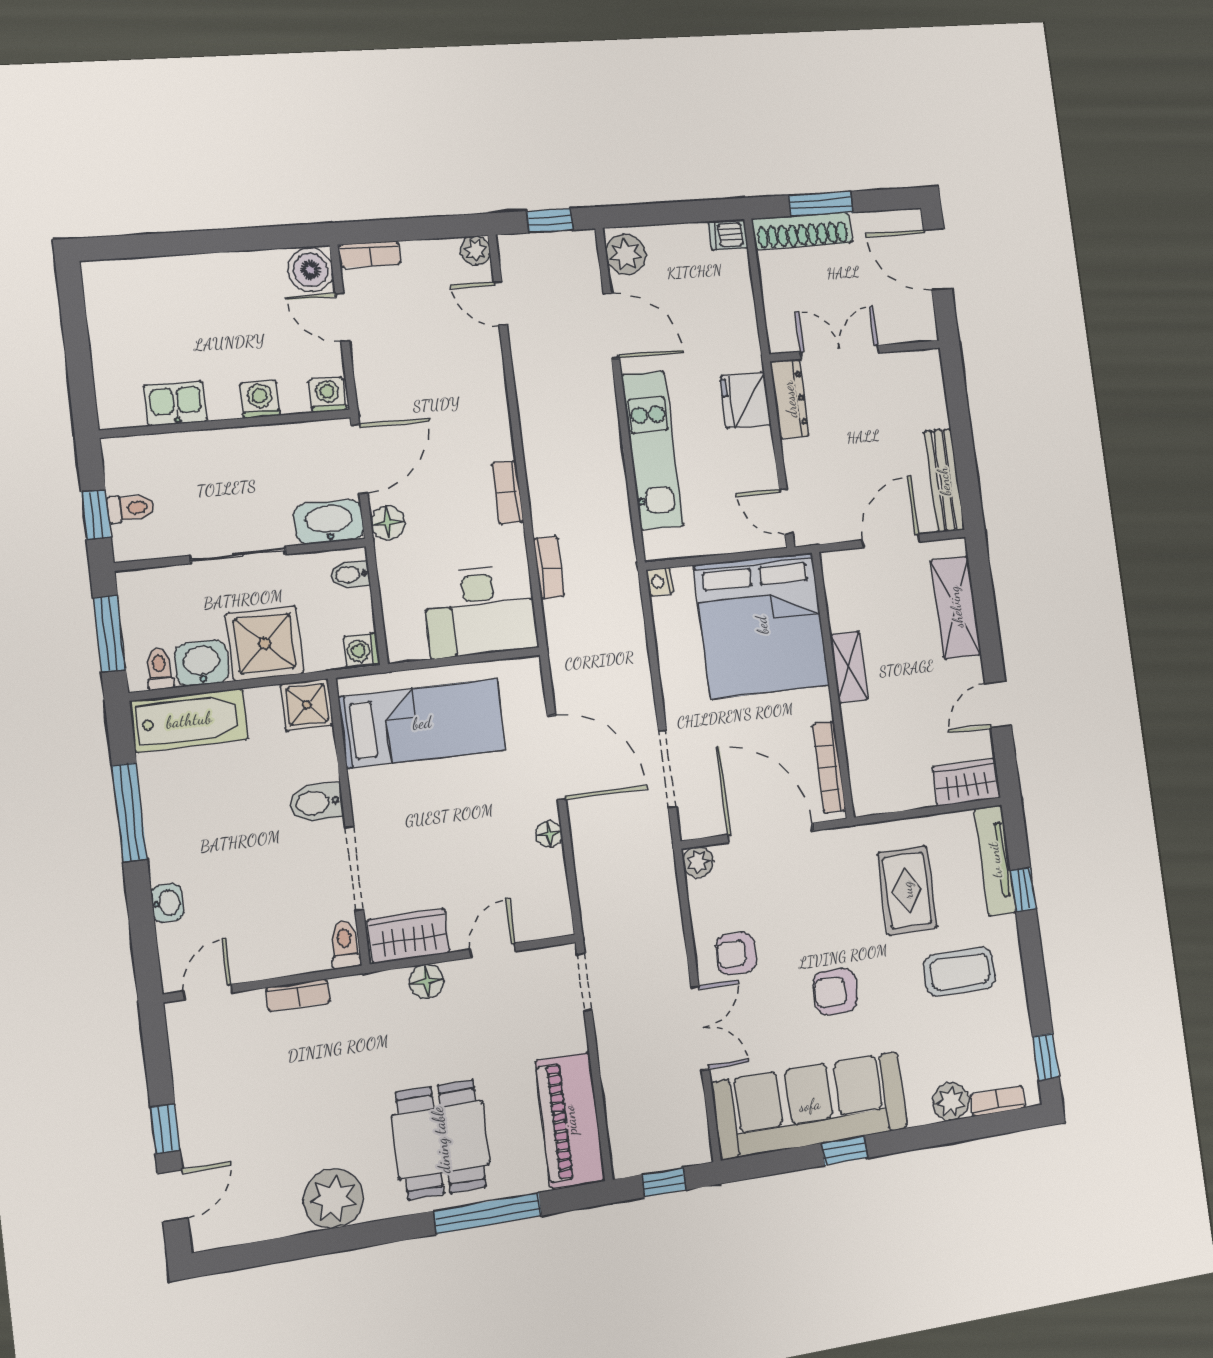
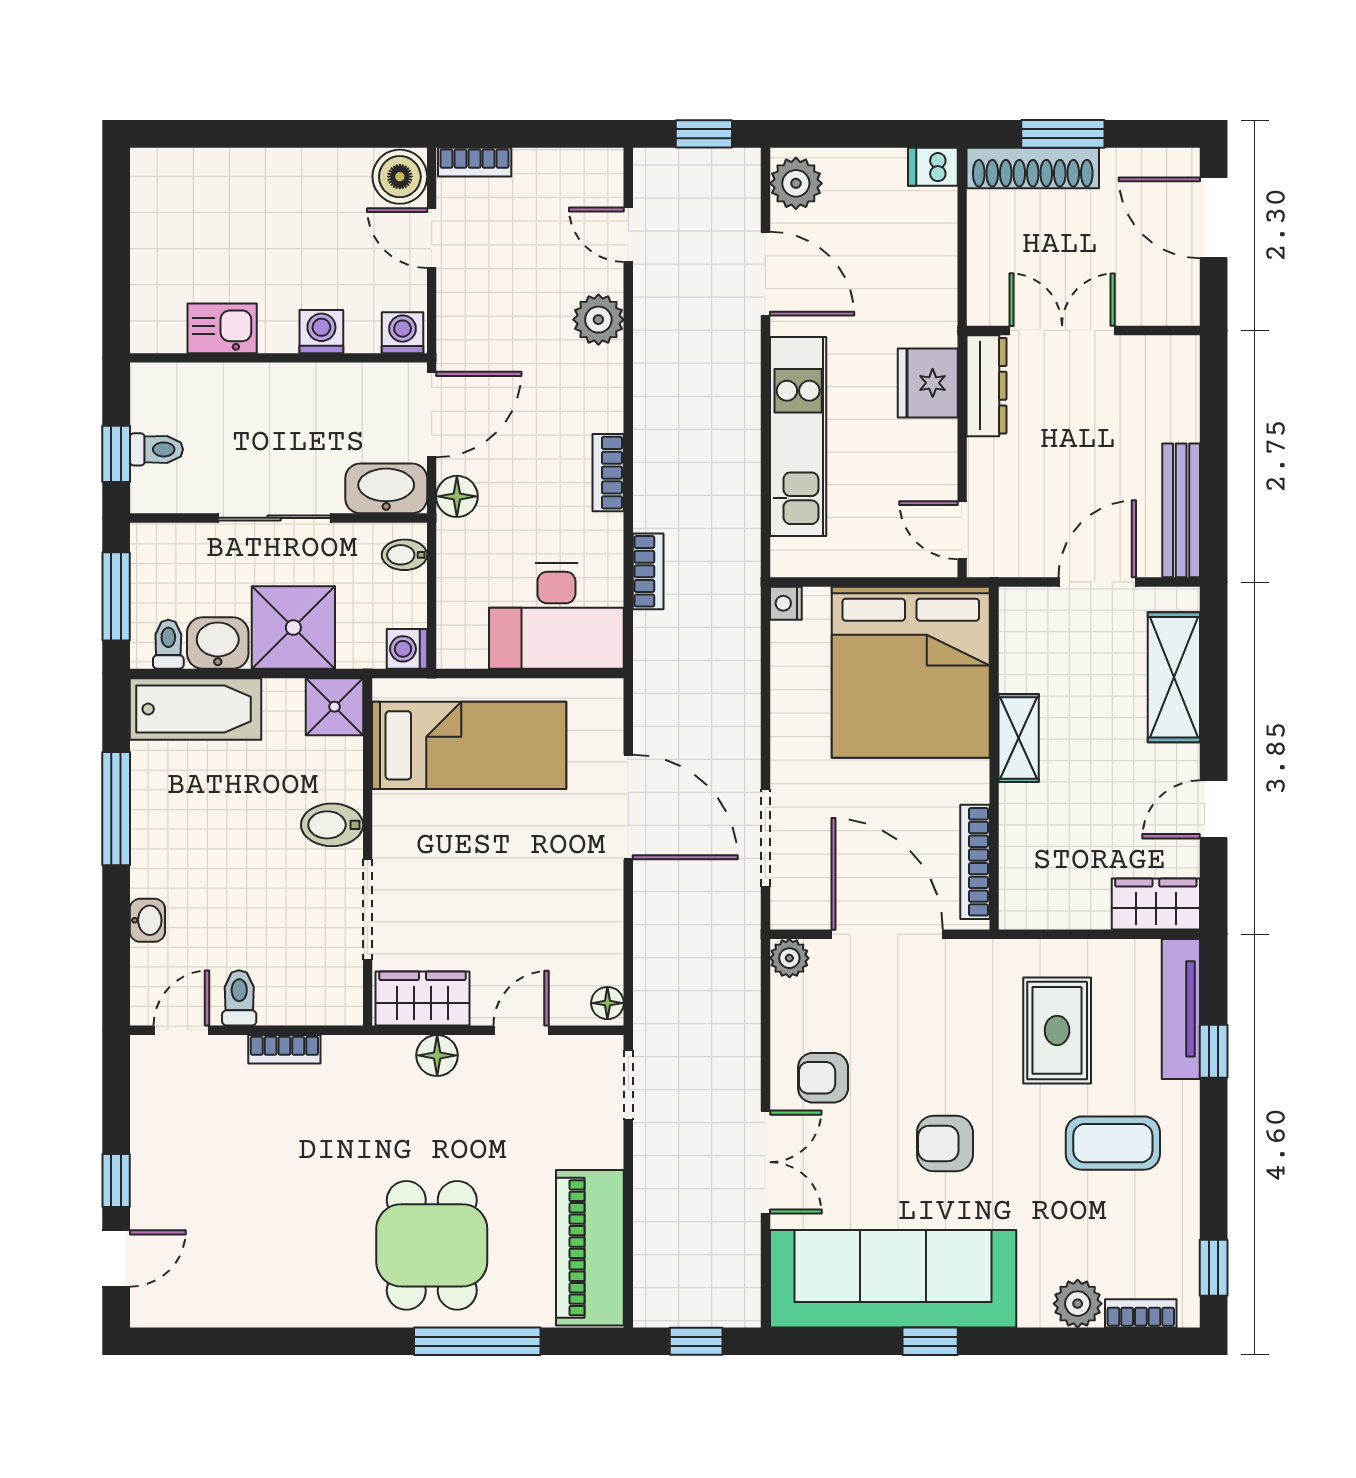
plant: (475, 250) -> (598, 320), moved, width x1.38, depth x1.38
floor lamp: (549, 834) -> (607, 1003), moved
toilet: (345, 945) -> (239, 998), moved
plant: (333, 1199) -> (298, 1293), removed

